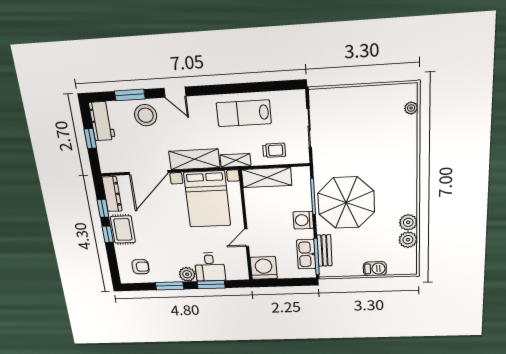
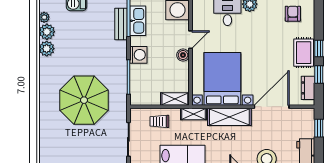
plant: (411, 108) -> (44, 17), moved
window: (90, 139) -> (319, 128), moved
shelving: (267, 177) -> (175, 99), width x0.67, depth x0.75
dresser: (112, 194) -> (308, 88), width x0.70
parasol: (346, 203) -> (84, 100), moved
boiler: (253, 222) -> (183, 55), added
armchair: (141, 267) -> (293, 14), turned 90

